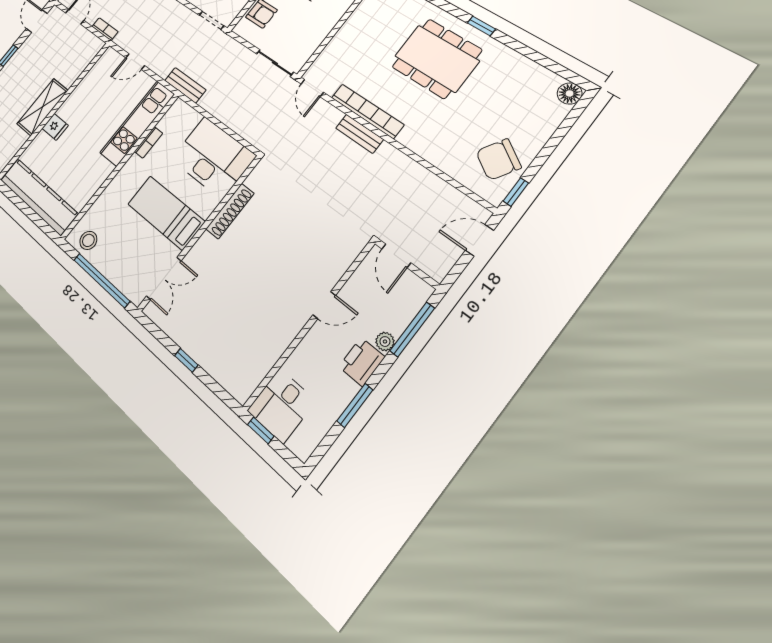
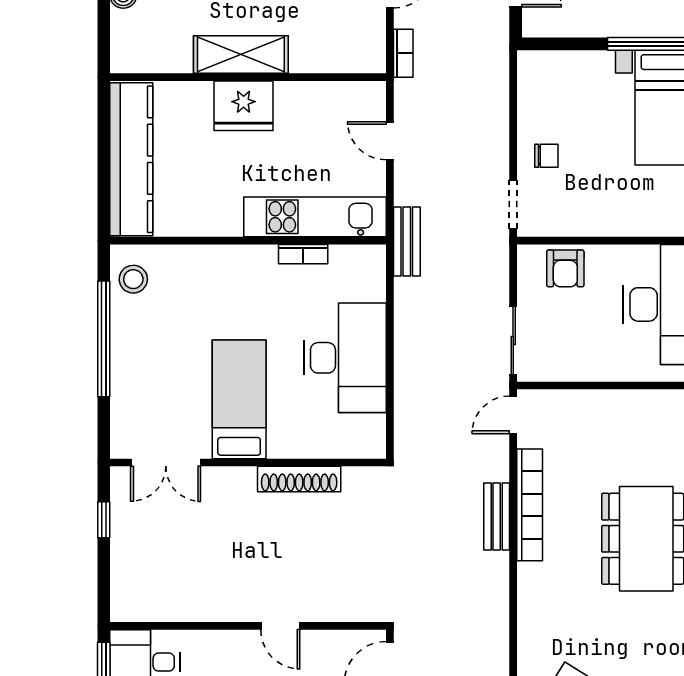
fridge: (55, 127) -> (244, 106), width x1.88, depth x1.34
shoe rack: (230, 211) -> (299, 479), moved
bed: (166, 213) -> (239, 399), moved
wall: (200, 233) -> (248, 463), moved
double door: (164, 278) -> (166, 463), moved

